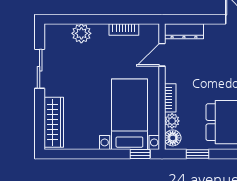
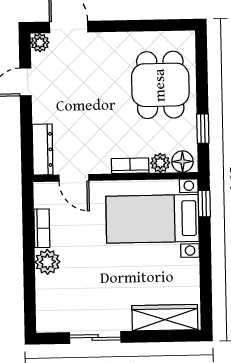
plant: (81, 33) -> (47, 262), moved

